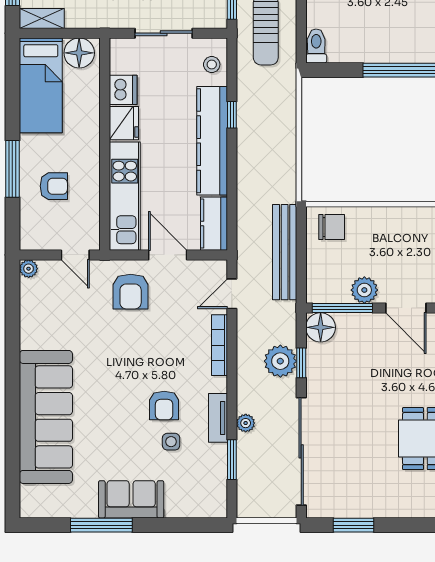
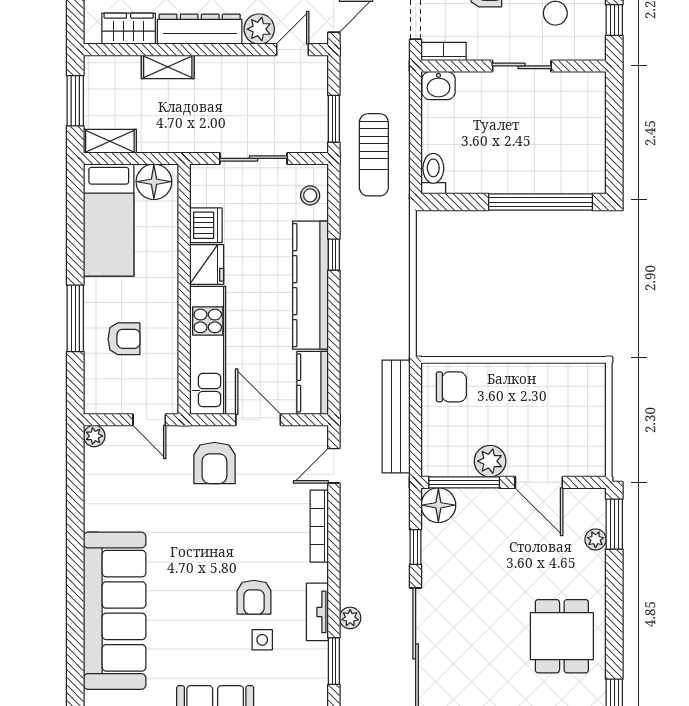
plant: (280, 361) -> (391, 545), removed

